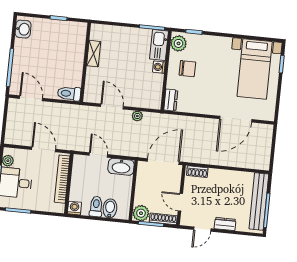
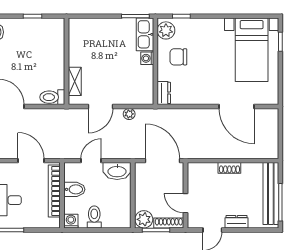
shelving: (94, 54) -> (75, 81), moved
chair: (187, 69) -> (178, 57), turned 180
door: (112, 107) -> (101, 106), swing flipped
door: (236, 119) -> (237, 106), hinge flipped
door: (98, 155) -> (91, 161), hinge flipped
door: (163, 162) -> (162, 161), hinge flipped
shoe rack: (197, 172) -> (229, 168), moved
bidet: (110, 208) -> (74, 189), moved, turned 90

